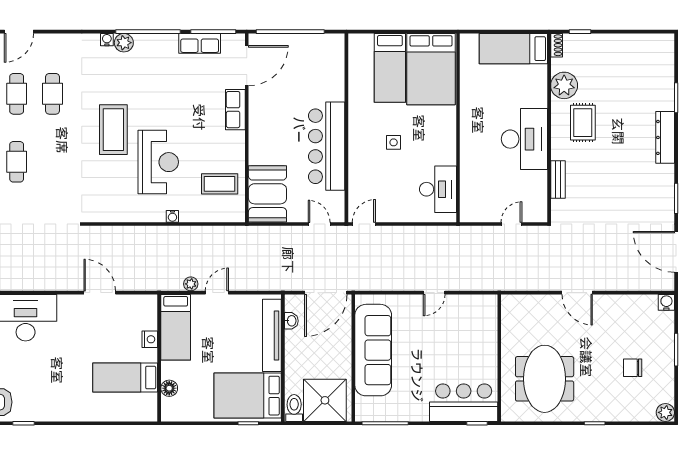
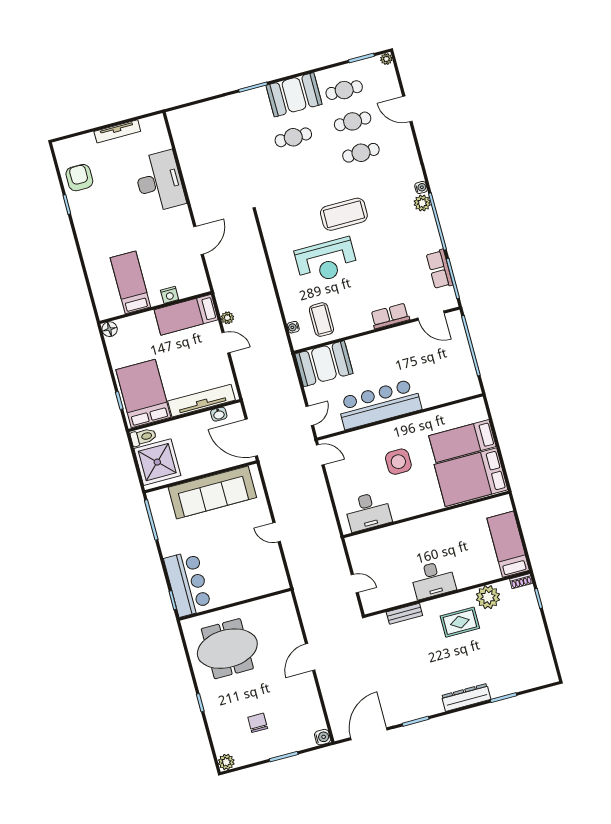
door: (247, 66) -> (431, 316), width x0.73
desk: (524, 139) -> (433, 580), width x0.73, depth x0.77
side table: (394, 142) -> (398, 462), width x1.87, depth x1.87
water cooler: (172, 216) -> (293, 327), moved
floor lamp: (169, 388) -> (110, 329), moved

